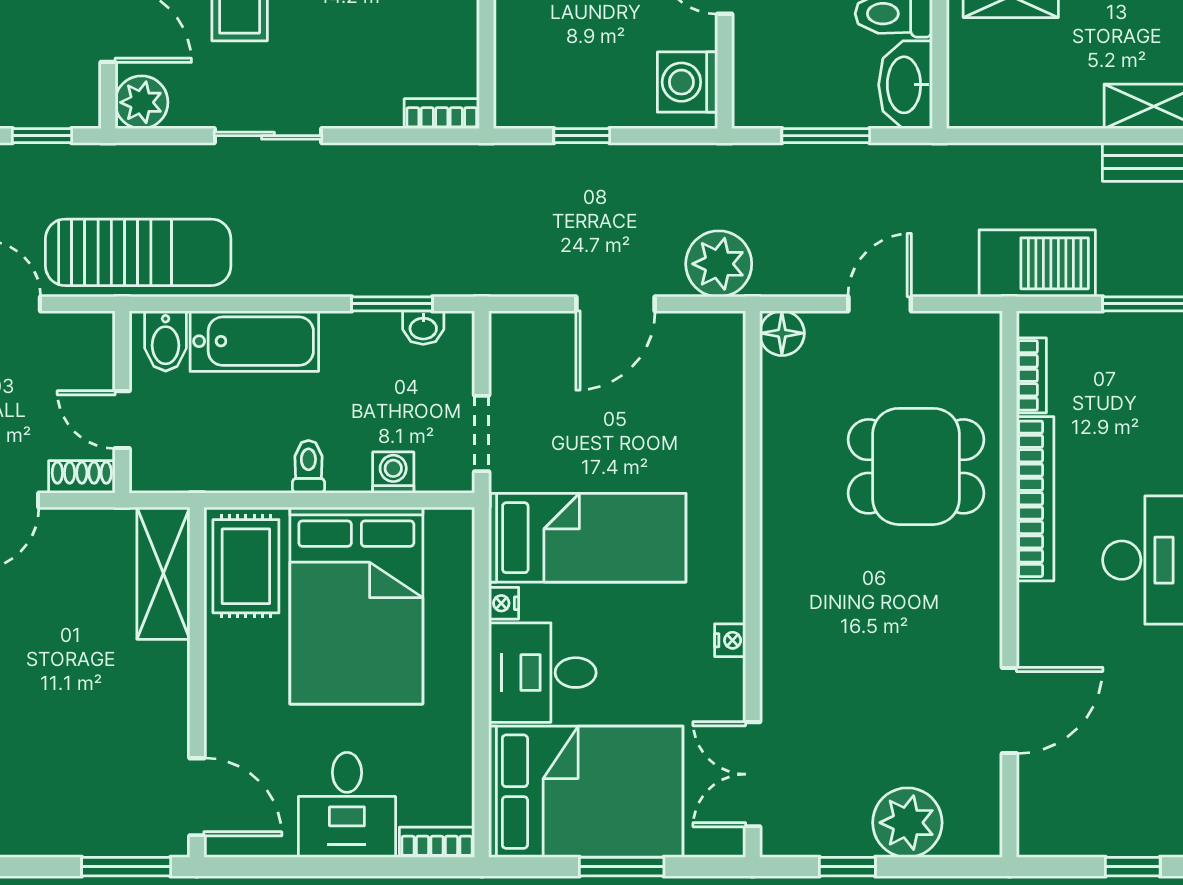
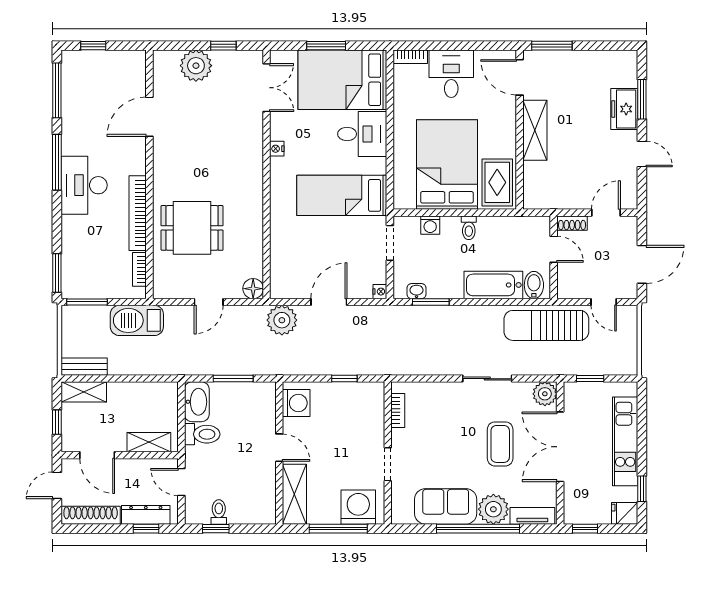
bookcase: (442, 114) -> (398, 410), moved, turned -90
shelving: (163, 573) -> (535, 130), moved
nightstand: (504, 603) -> (380, 292), moved

